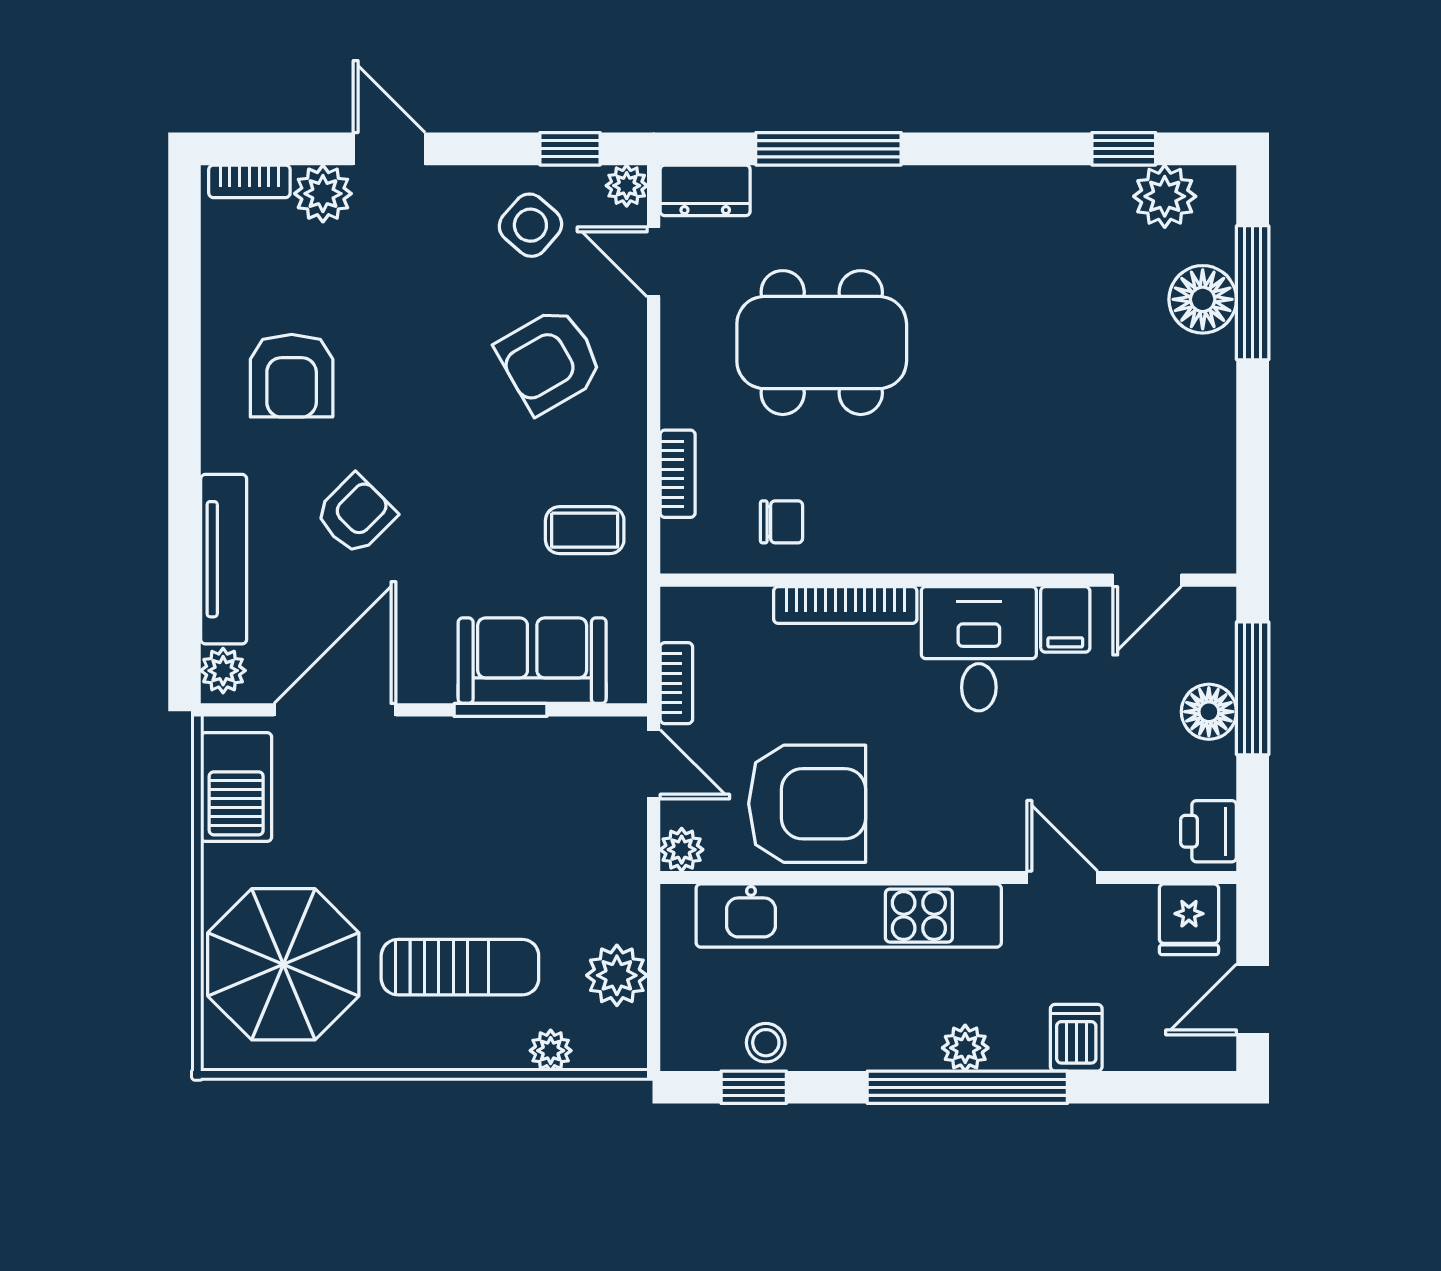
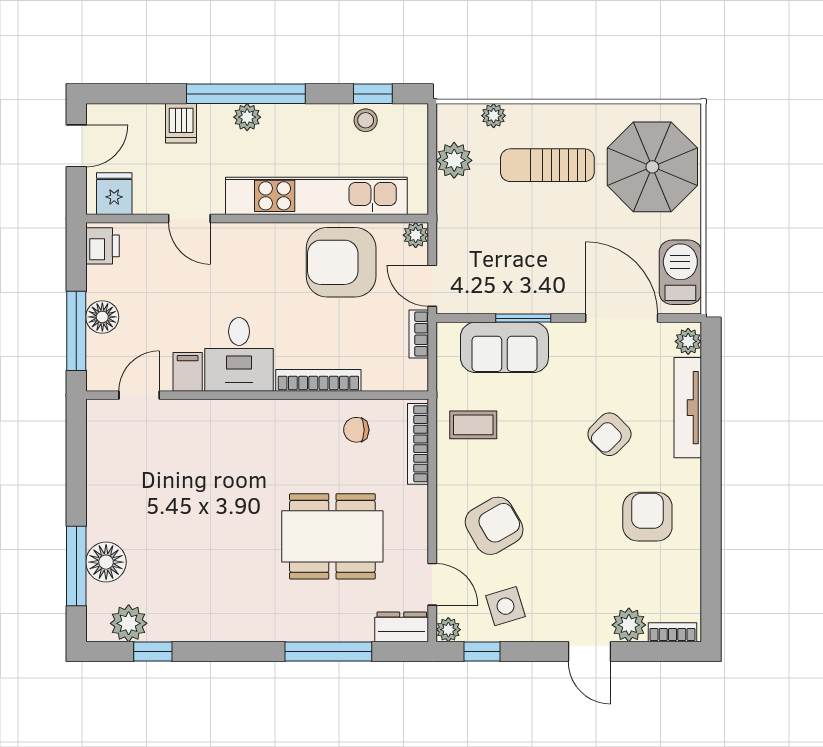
side table: (530, 225) -> (505, 606), turned 32
bookcase: (678, 474) -> (418, 444), width x1.56
door: (335, 710) -> (622, 318), swing flipped

